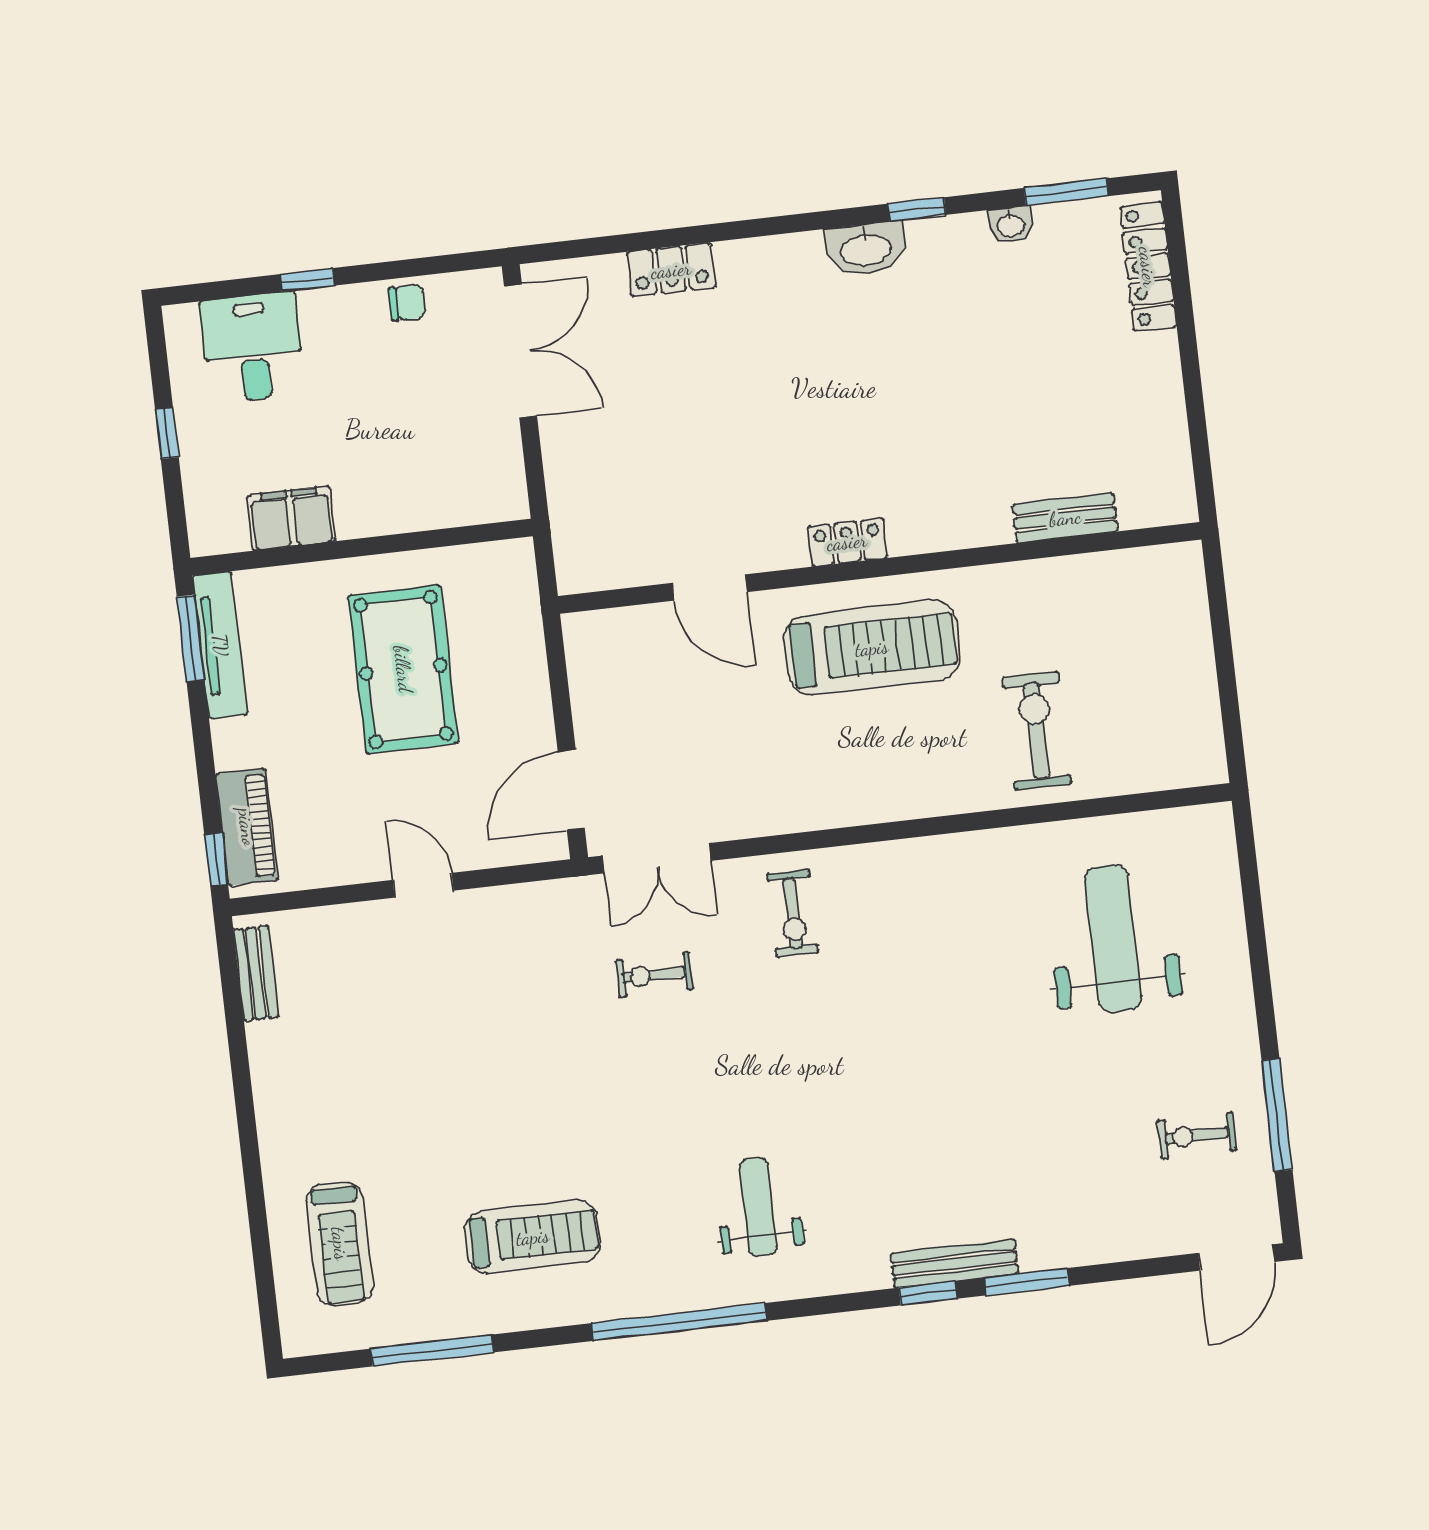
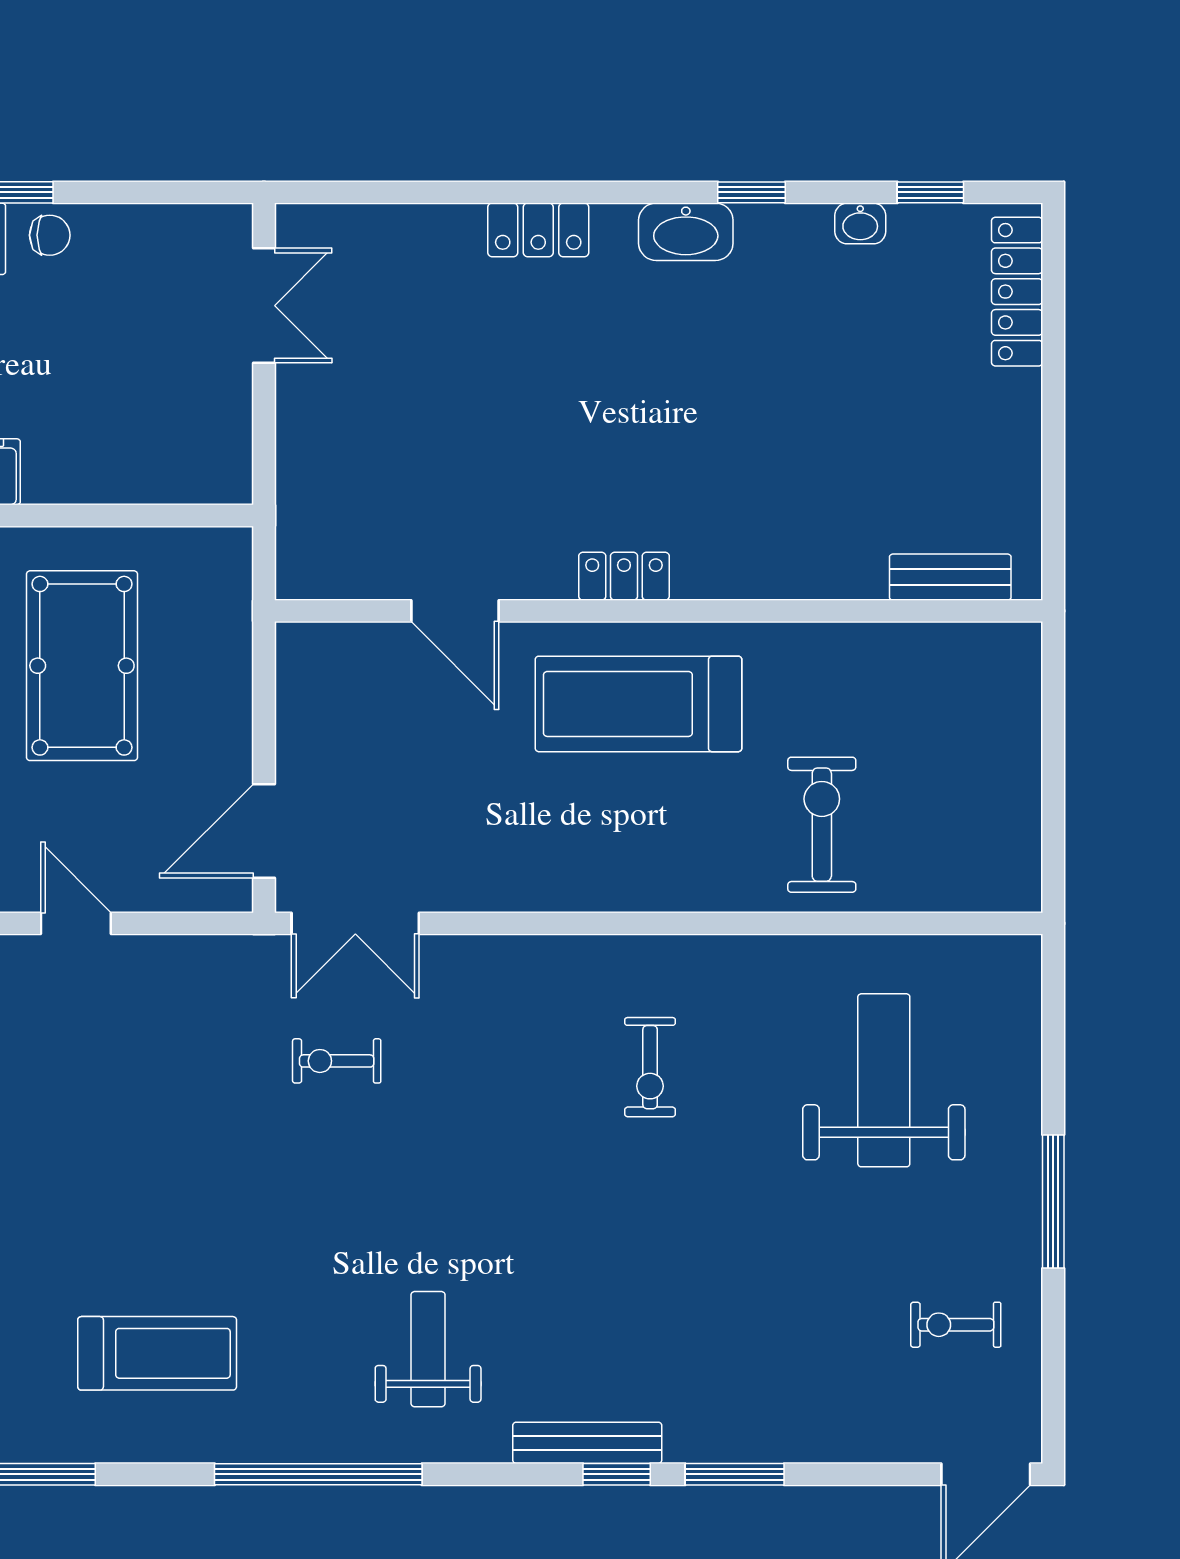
window: (1066, 192) -> (930, 192), width x0.67
locker: (671, 270) -> (538, 230), moved
chair: (407, 303) -> (50, 235), moved
double door: (521, 351) -> (264, 306), width x0.73
bench: (1065, 518) -> (950, 577), moved
treadmill: (872, 648) -> (639, 704), turned 180
exercise bike: (793, 913) -> (650, 1067), moved
window: (1277, 1115) -> (1053, 1201), moved
bench: (955, 1264) -> (587, 1443), moved

